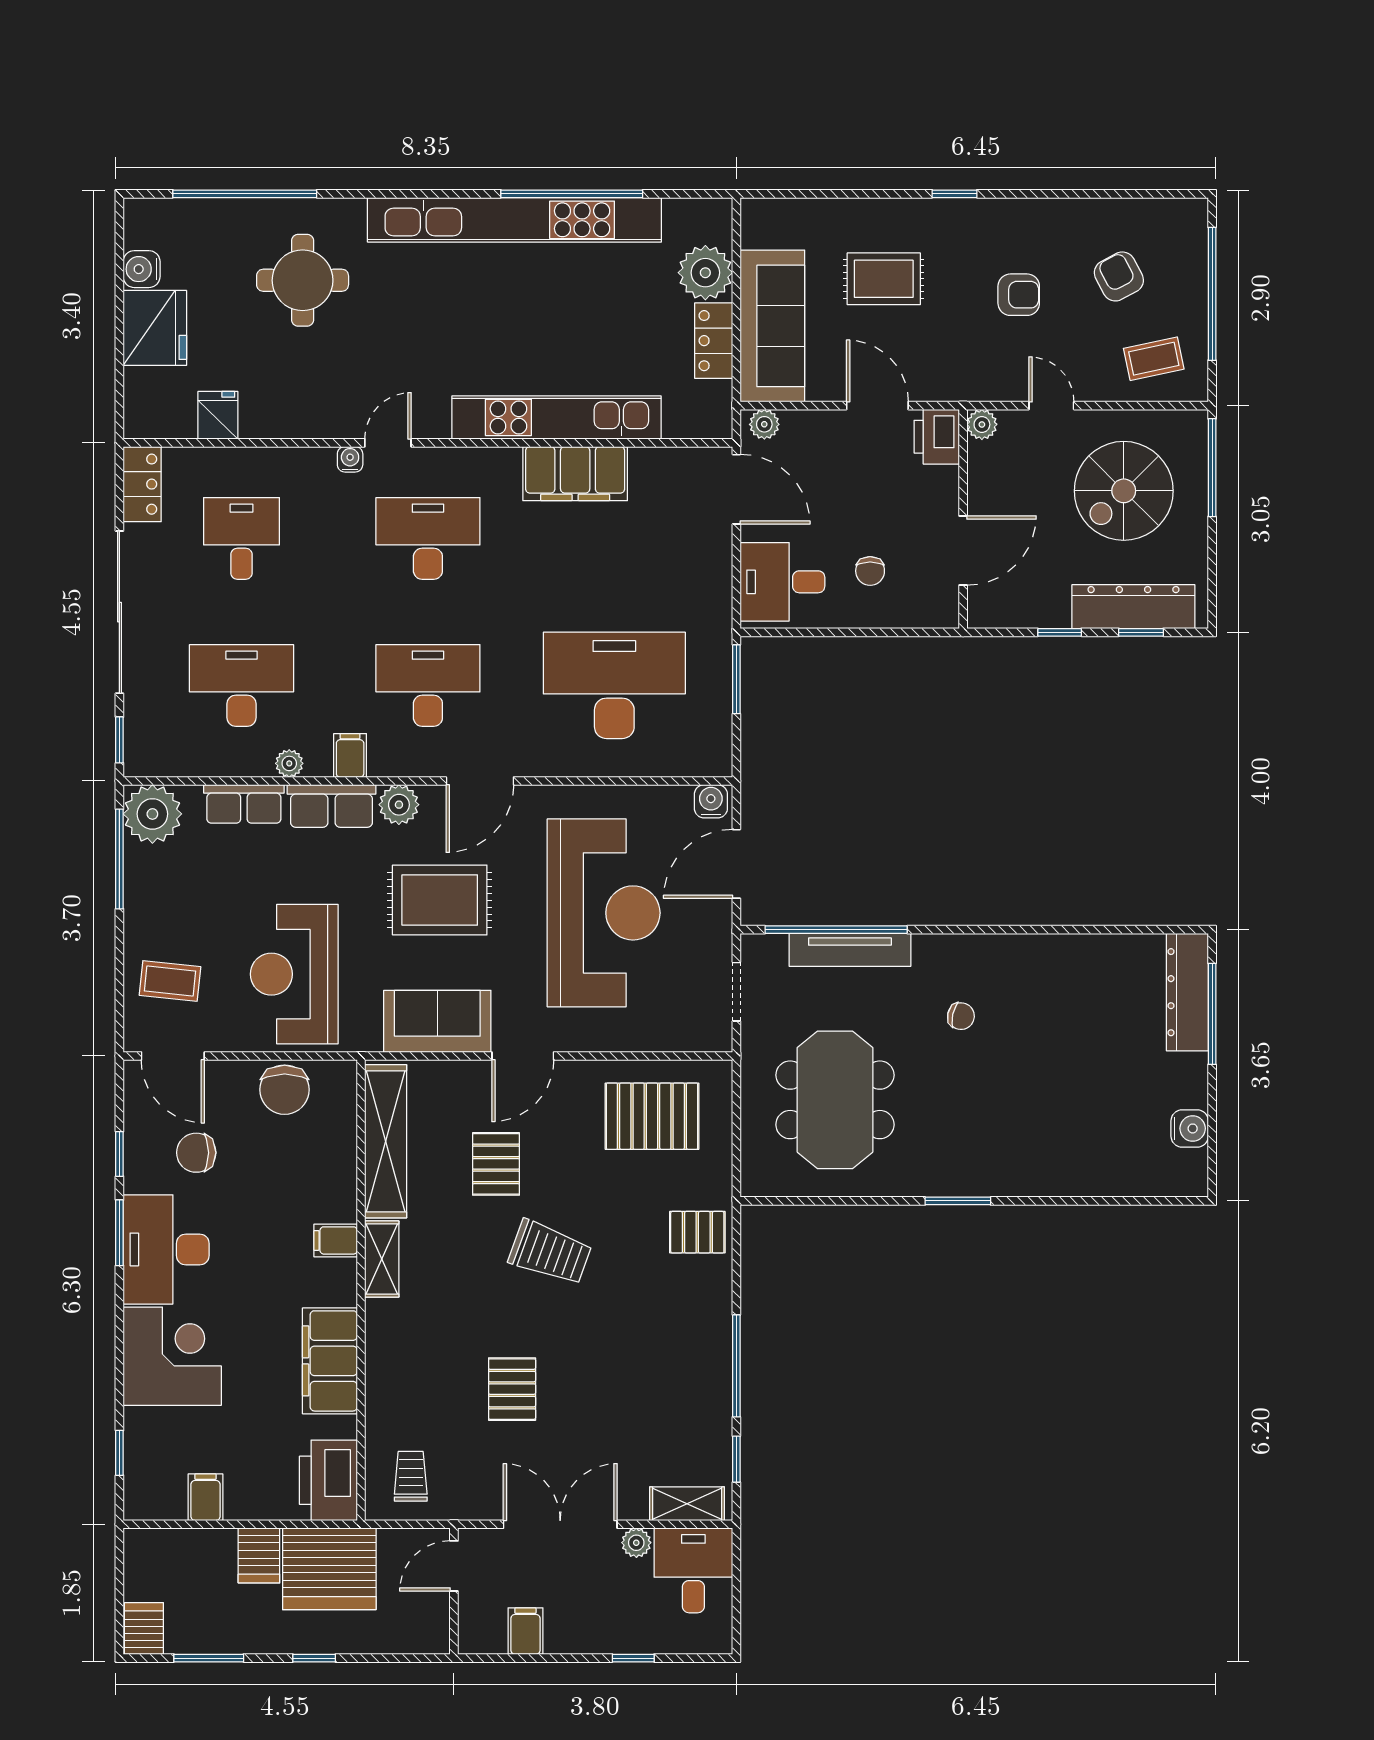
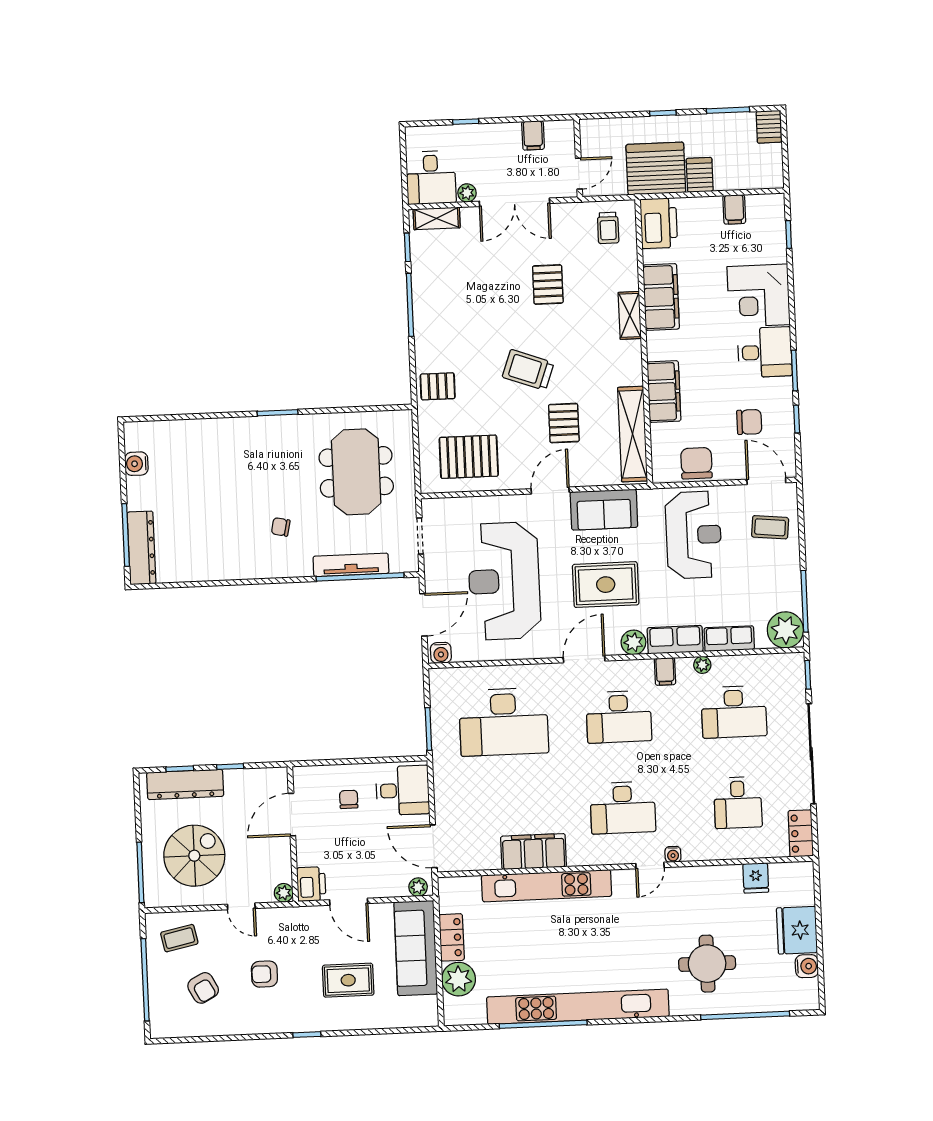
filing cabinet: (336, 1240) -> (664, 392), width x3.00, depth x1.17
desk: (166, 1249) -> (765, 352), width x0.73
shelving: (382, 1259) -> (630, 315), moved

